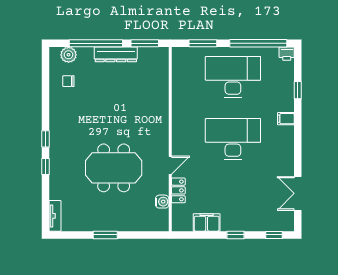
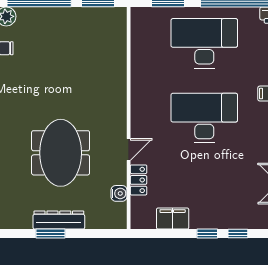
dresser: (116, 54) -> (59, 220), moved, turned 180
meeting table: (114, 168) -> (61, 153), turned 90
window: (274, 235) -> (238, 234), moved

